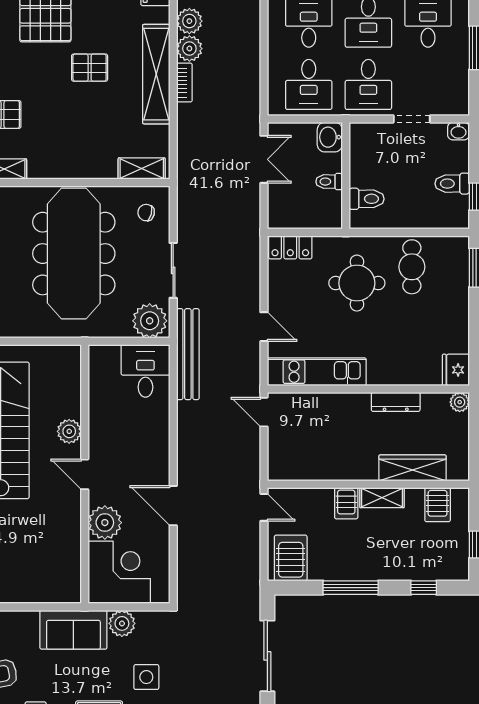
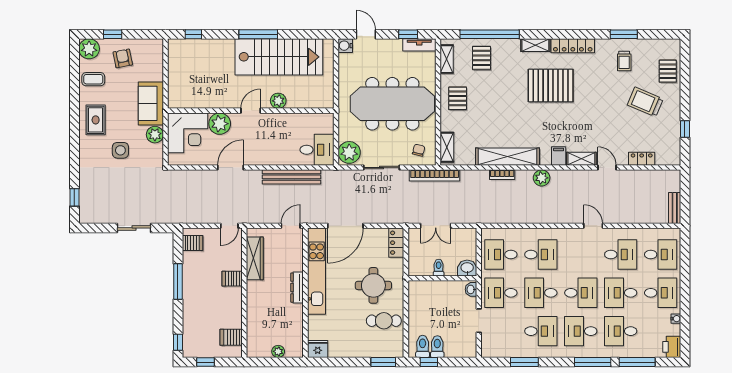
plant: (189, 49) -> (524, 178), removed
pallet: (90, 68) -> (458, 98), moved
washbasin: (458, 131) -> (471, 289), moved
double door: (264, 159) -> (436, 226), moved
bookcase: (185, 188) -> (435, 175), added
toilet: (367, 199) -> (423, 346), moved, turned 180
door: (264, 327) -> (345, 226), width x1.87
bench: (188, 354) -> (292, 177), moved
kitchen unit: (317, 372) -> (317, 271), width x1.36
dresser: (396, 402) -> (297, 288), moved
plant: (460, 402) -> (278, 351), moved
wardrobe: (412, 468) -> (255, 258), moved
shelving: (382, 498) -> (236, 302), removed
server rack: (291, 558) -> (192, 243), width x0.73, depth x0.70
window: (424, 588) -> (178, 342), moved
sliding door: (267, 656) -> (134, 228), width x0.73

